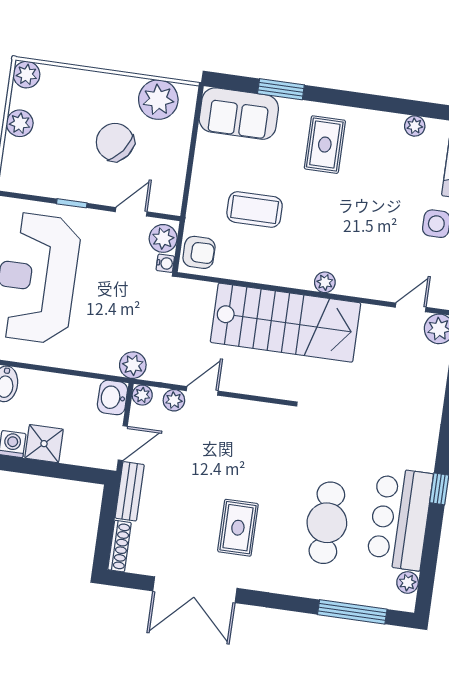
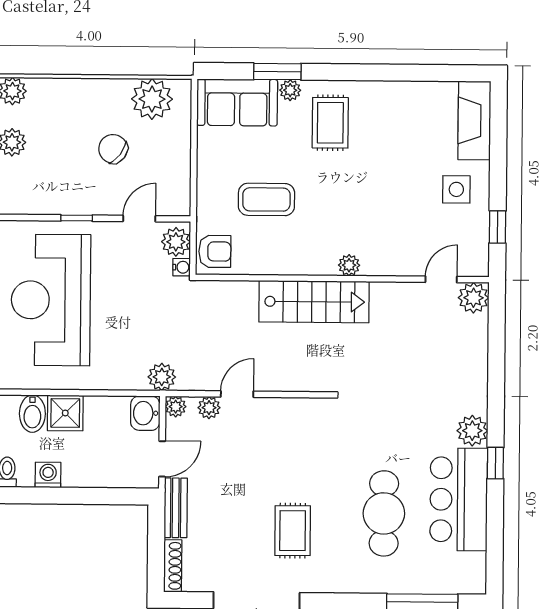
plant: (415, 126) -> (290, 90), moved
chair: (115, 142) -> (113, 149), width x0.73, depth x0.73
stairs: (286, 323) -> (314, 302), width x0.73, depth x0.66
shower: (44, 444) -> (65, 413), moved
plant: (408, 582) -> (472, 431), moved, width x1.38, depth x1.38

